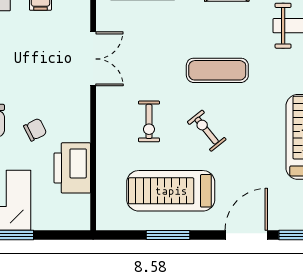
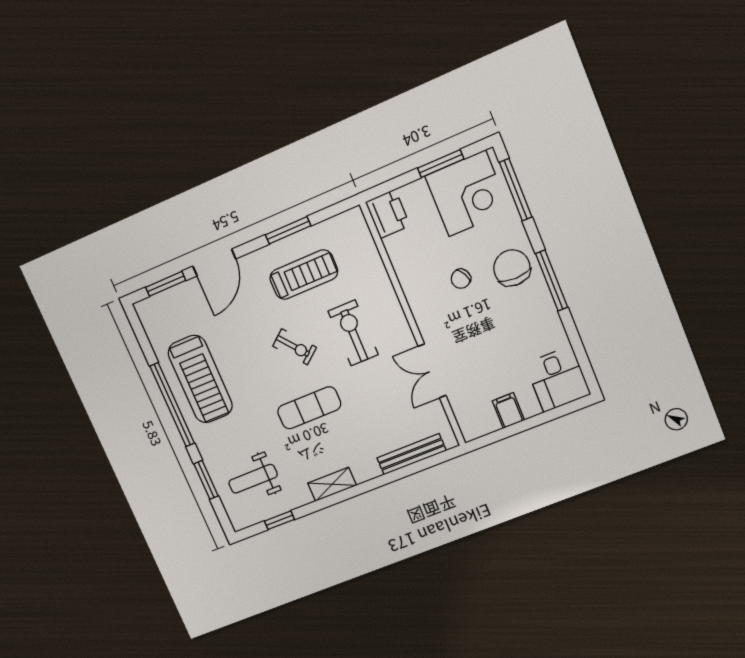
exercise bike: (149, 121) -> (353, 333), width x1.38, depth x1.39
printer: (72, 168) -> (388, 214), moved, width x0.73, depth x0.84
treadmill: (171, 191) -> (304, 275), width x0.73, depth x0.73

